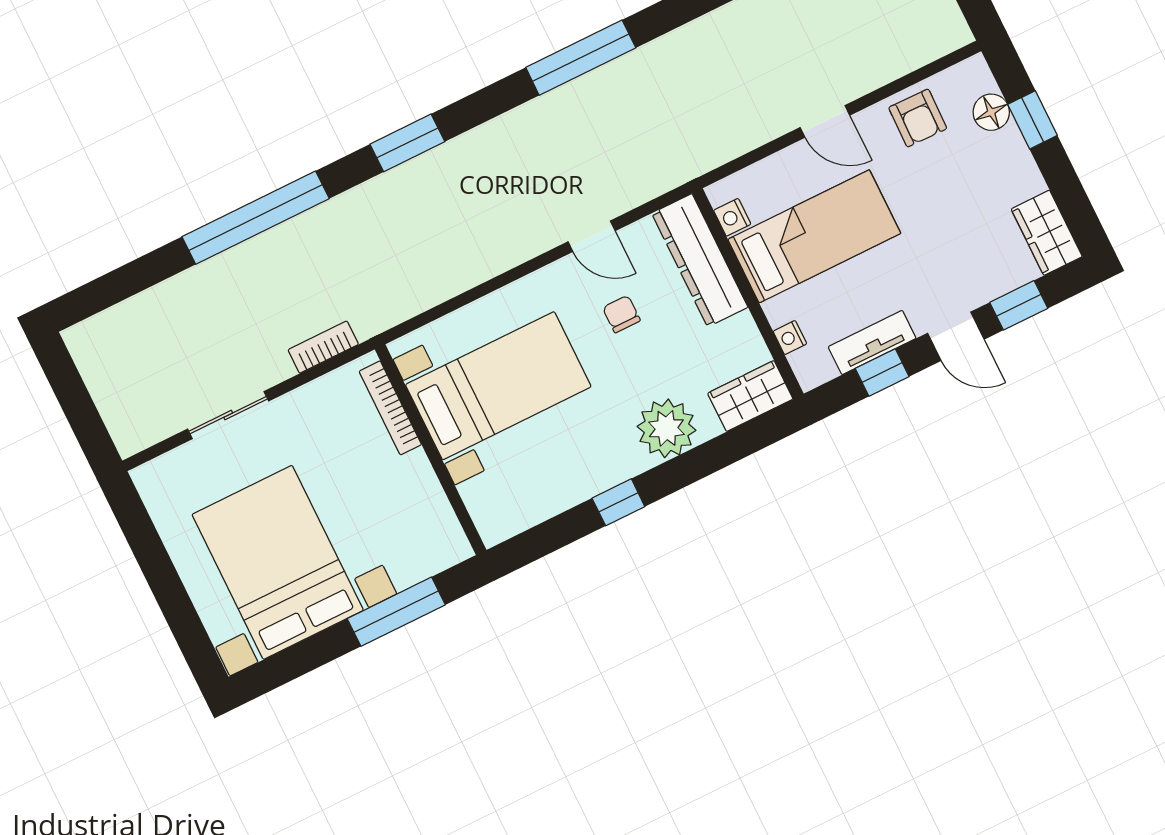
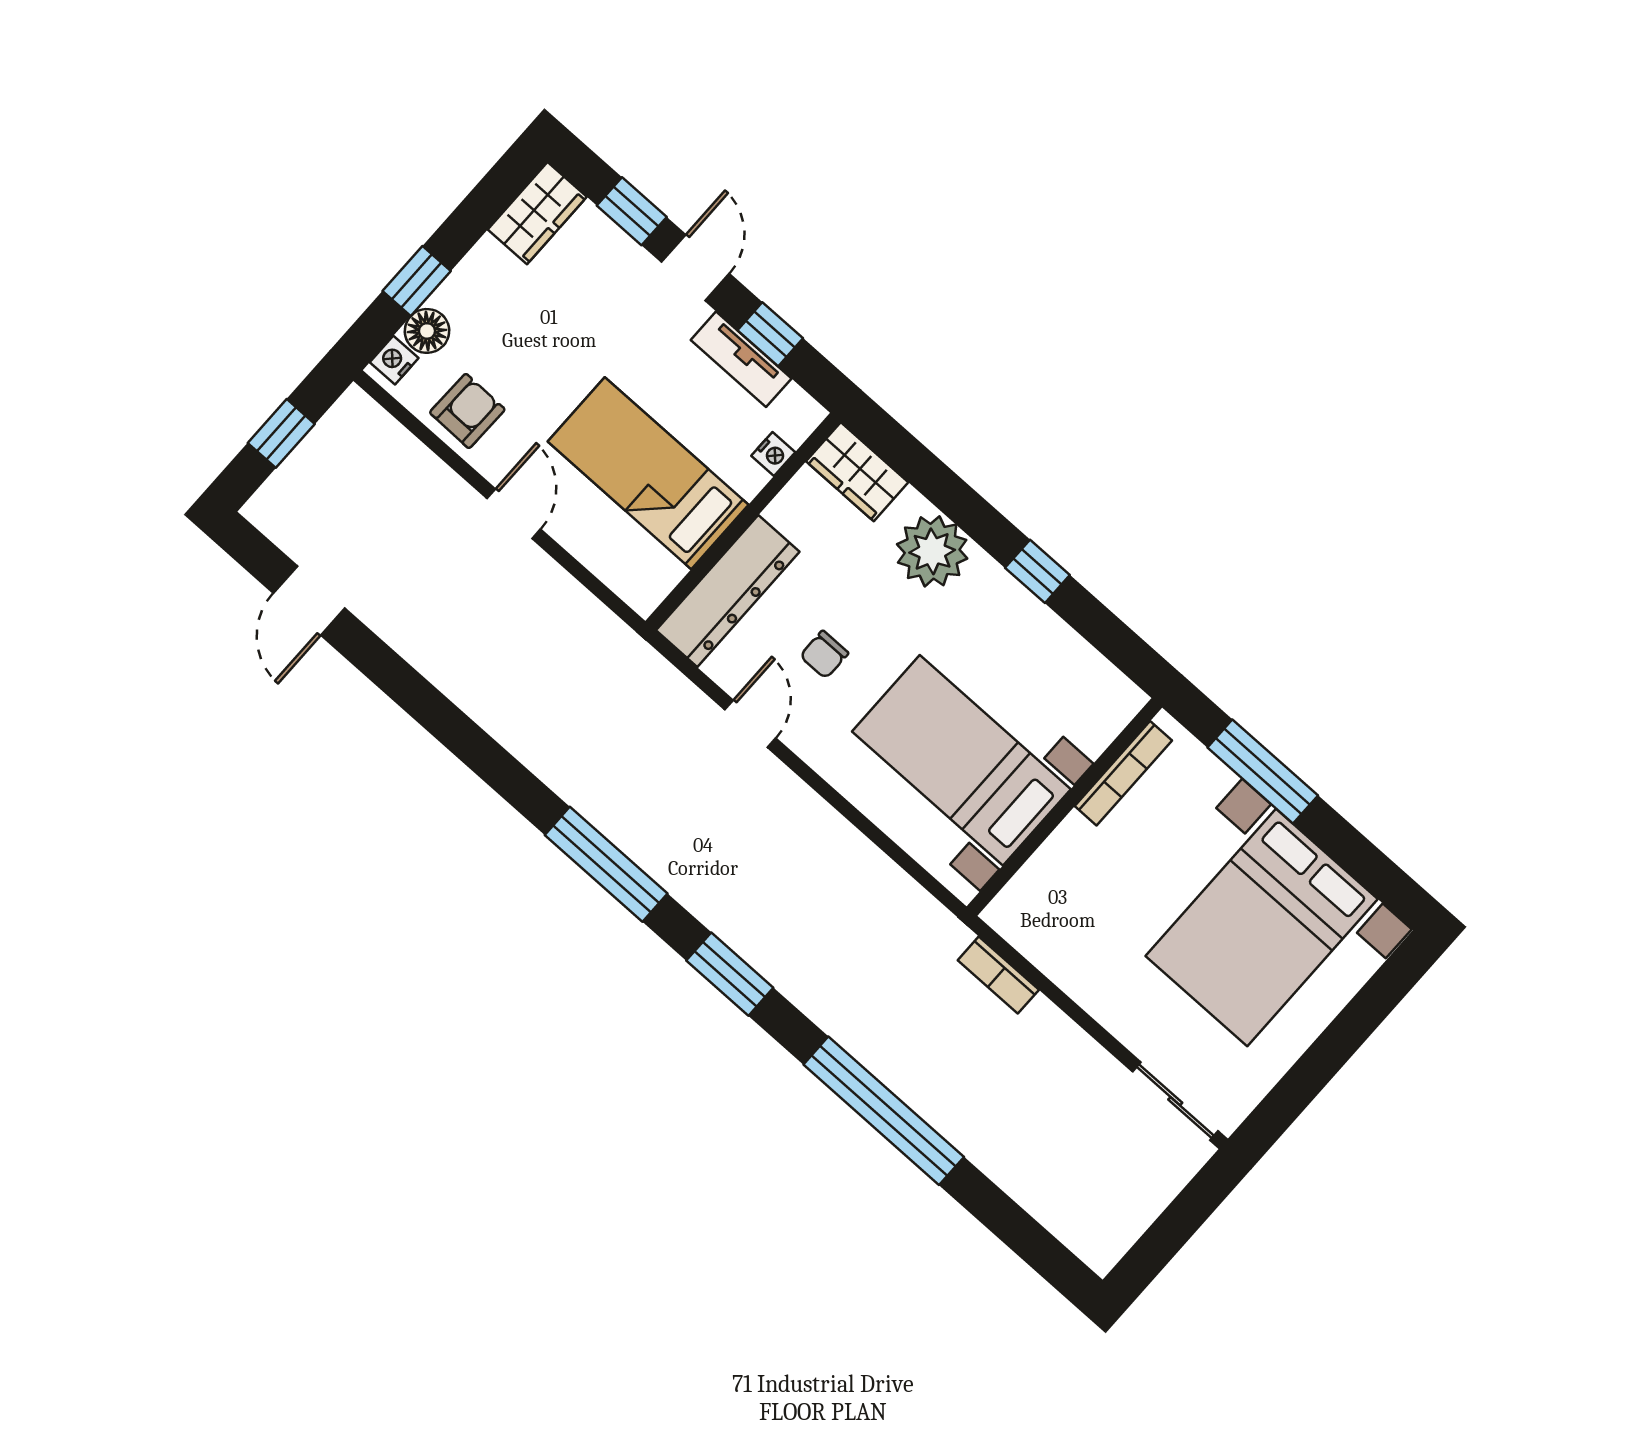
window: (581, 58) -> (606, 864), moved
nightstand: (732, 217) -> (394, 360), moved, turned 180
bookcase: (390, 408) -> (1123, 773), moved
sliding door: (228, 415) -> (1175, 1101), moved

